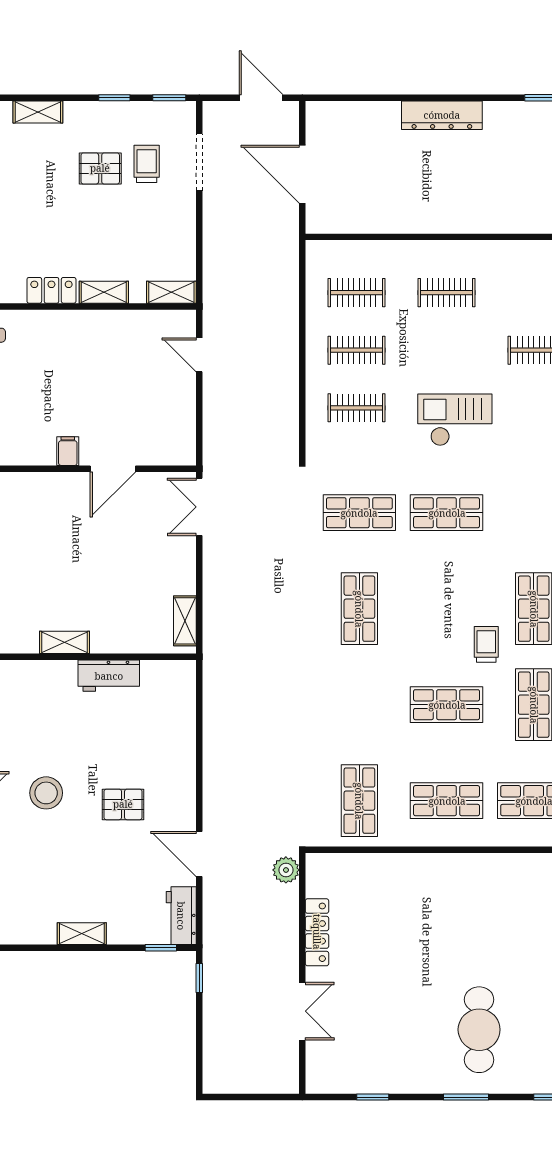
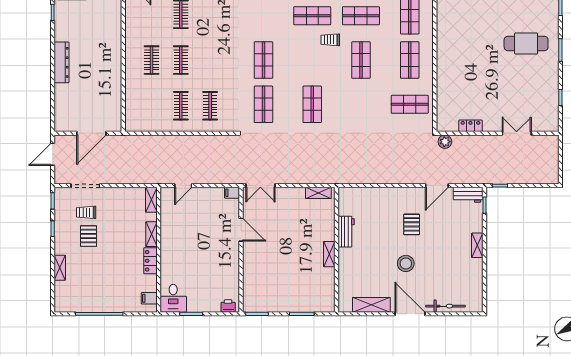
clothes rail: (357, 293) -> (181, 60), moved
checkout: (455, 420) -> (216, 56), removed
filing cabinet: (68, 451) -> (232, 193), moved
shop shelf: (359, 609) -> (312, 104), turned 90
locker: (317, 932) -> (470, 126), width x0.66

